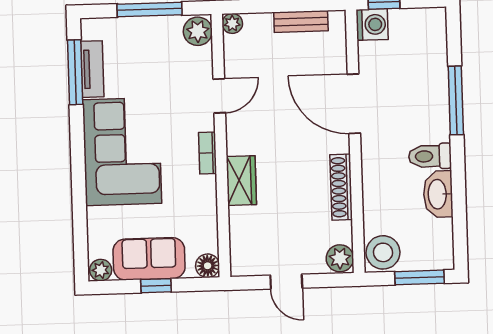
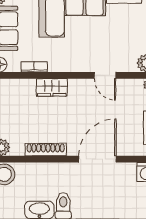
bookcase: (208, 153) -> (34, 67), moved

